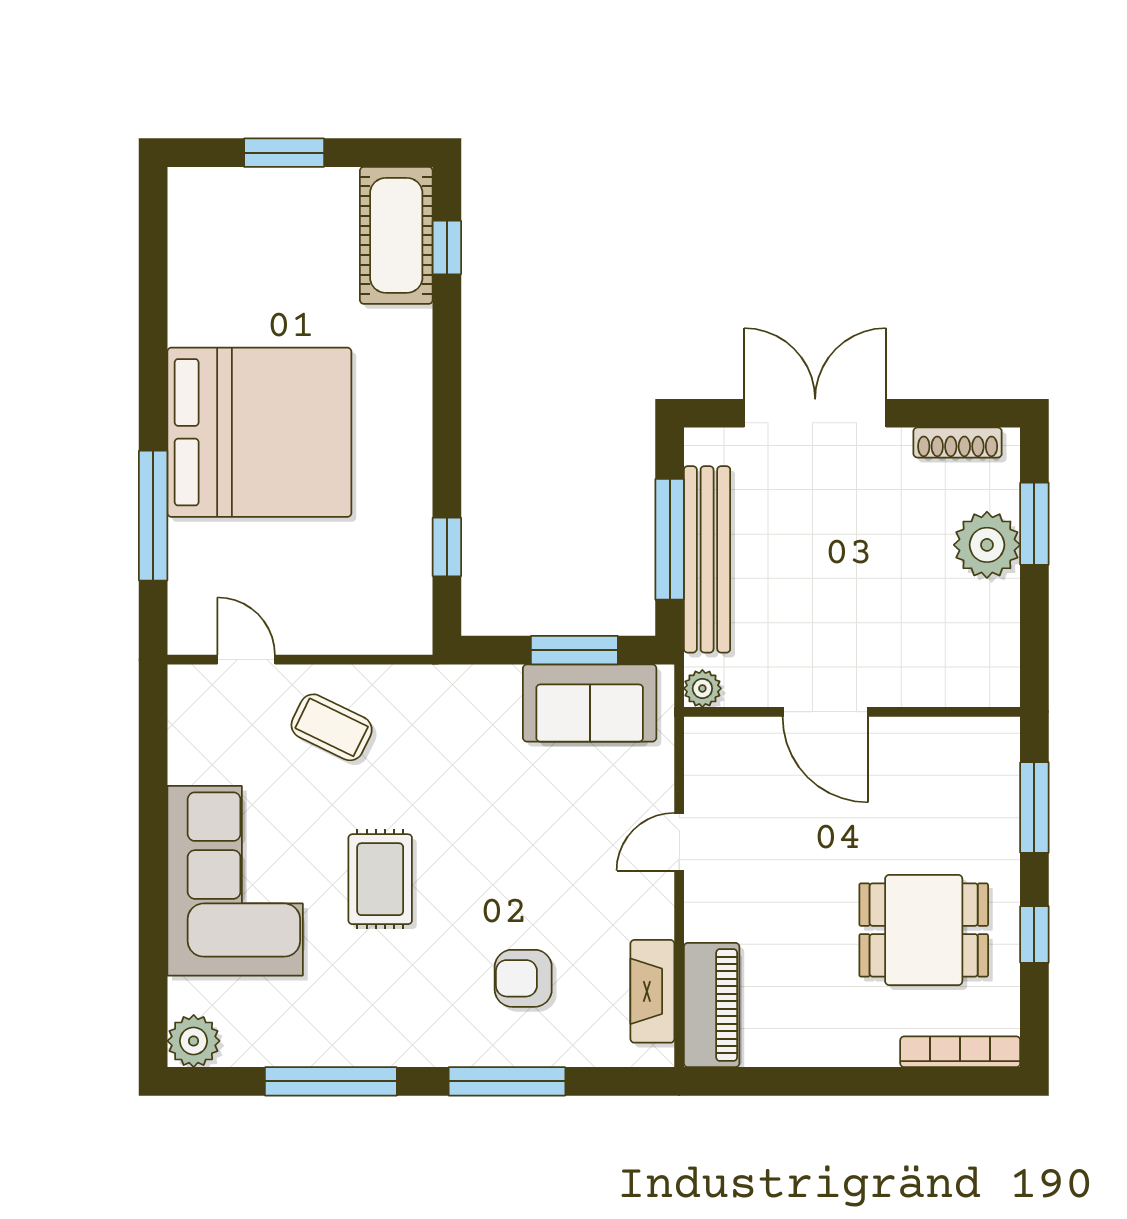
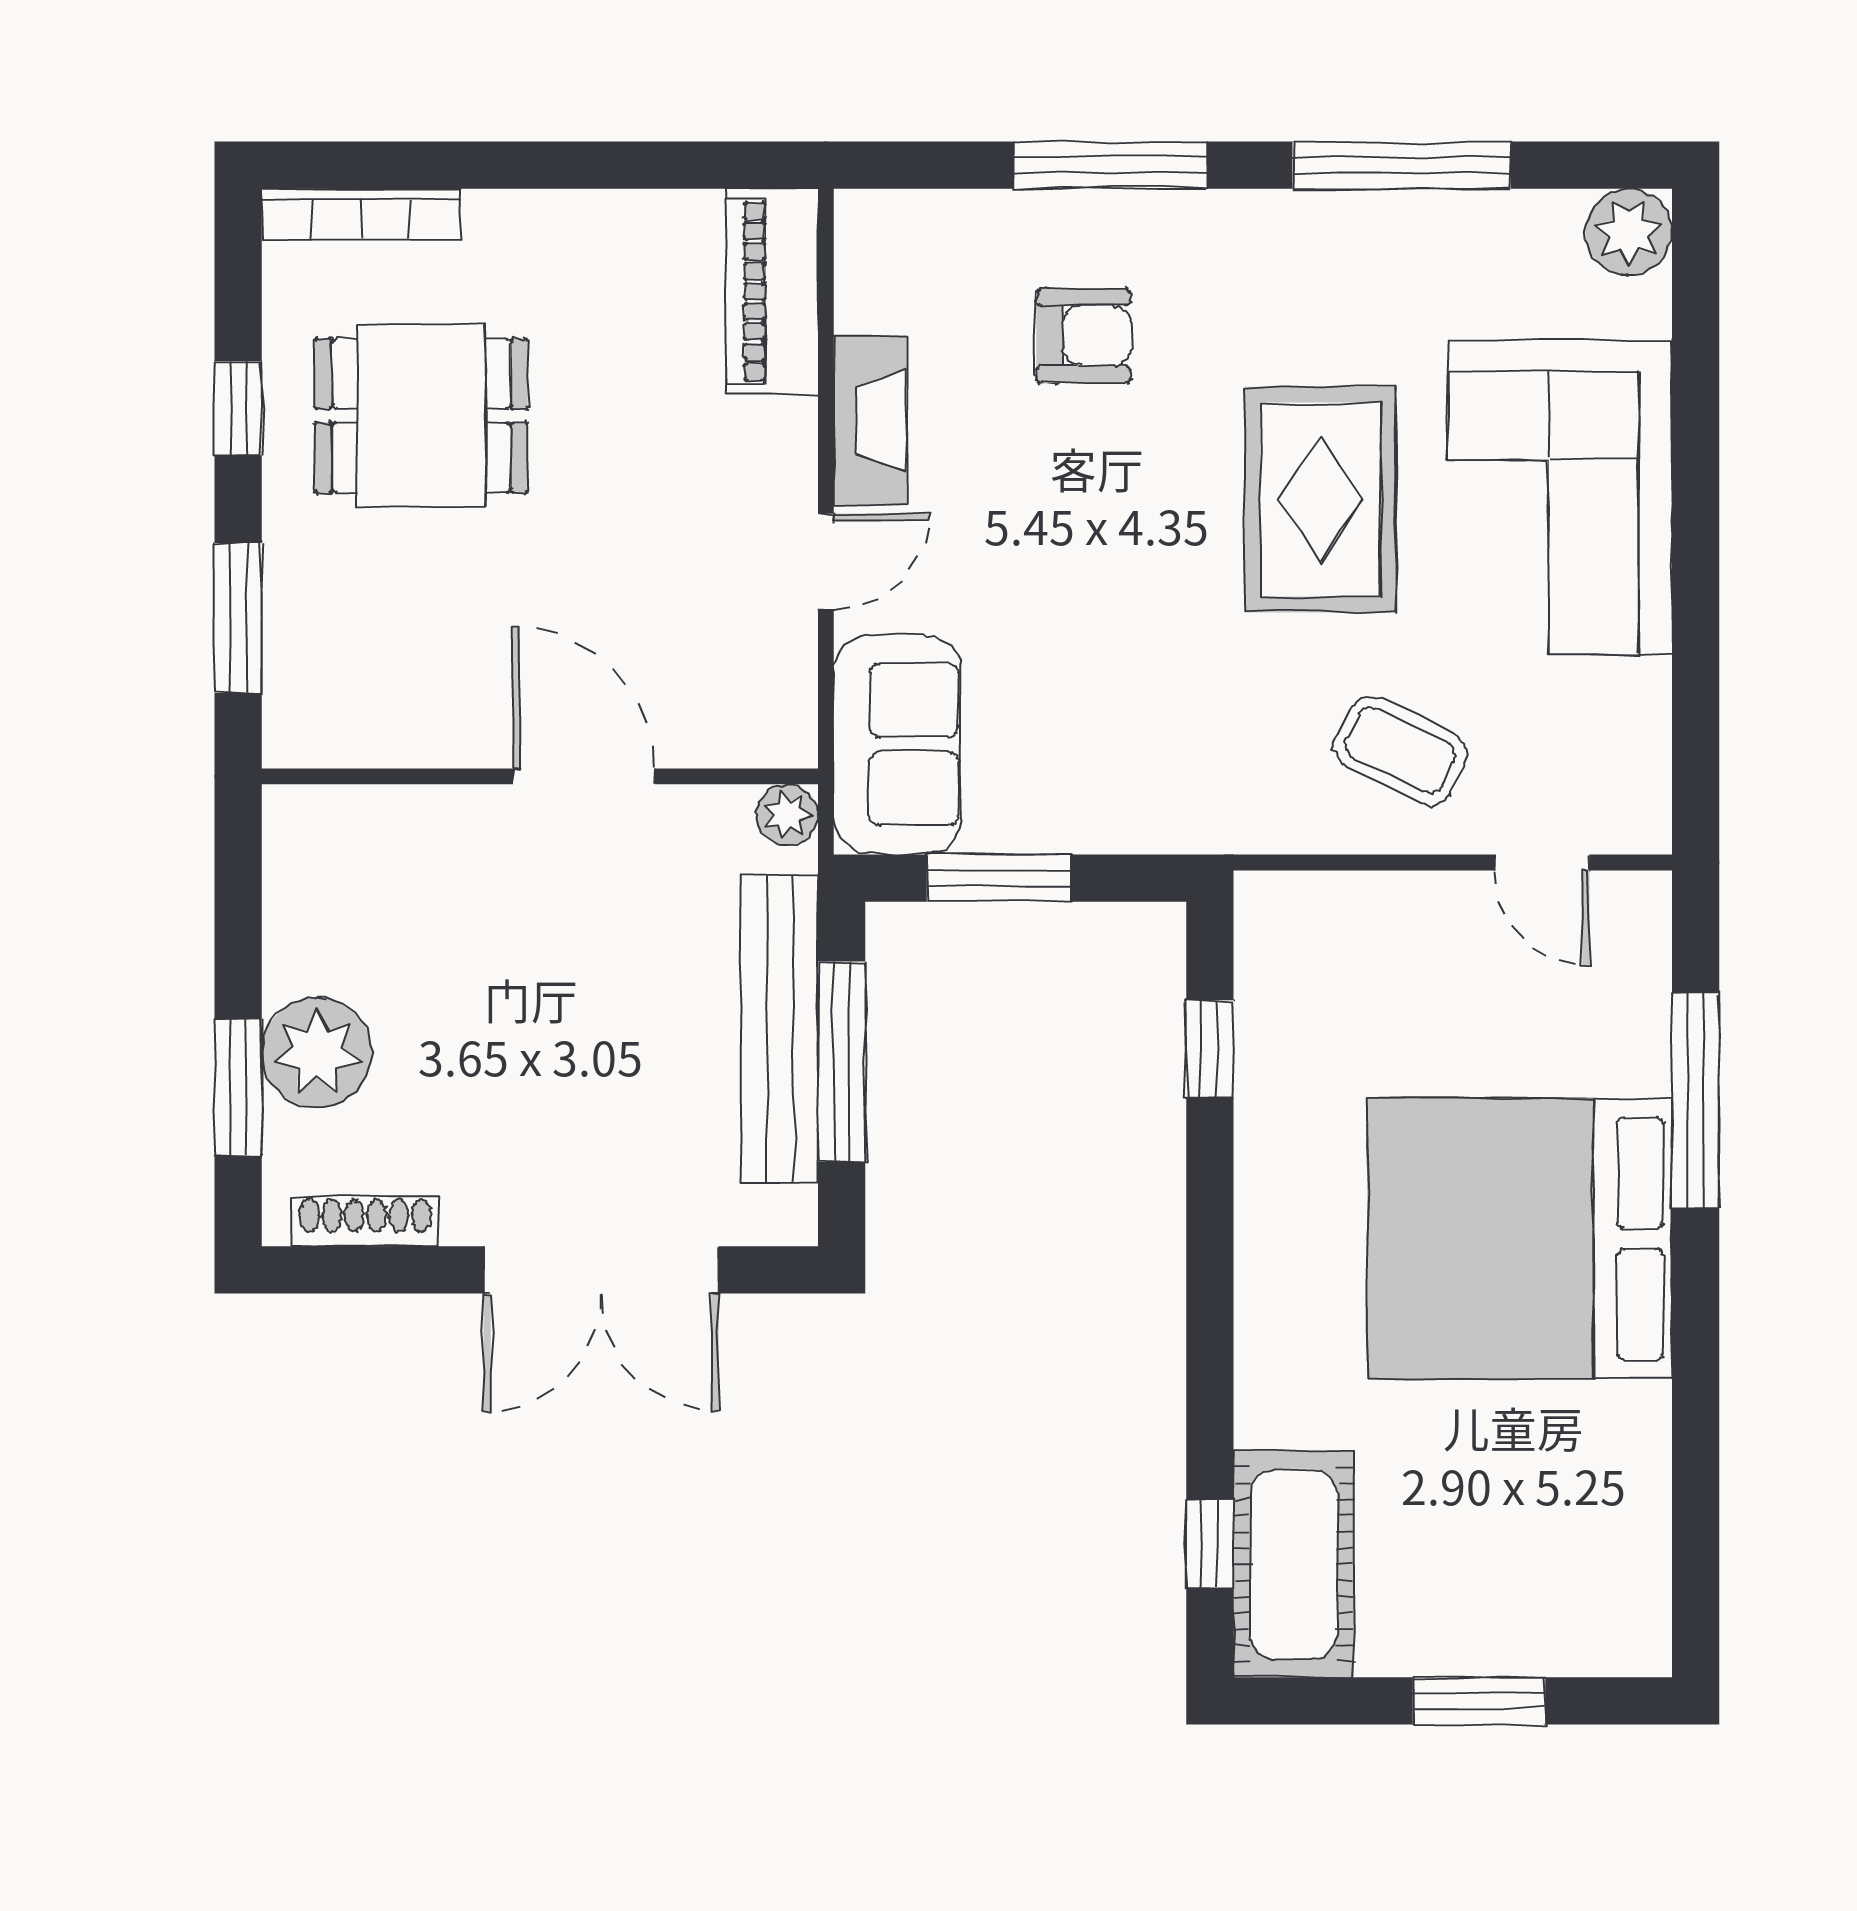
sofa: (590, 703) -> (897, 744), moved, turned 90
rug: (380, 879) -> (1320, 500), width x1.36, depth x1.43
fireplace: (652, 991) -> (870, 420), moved

